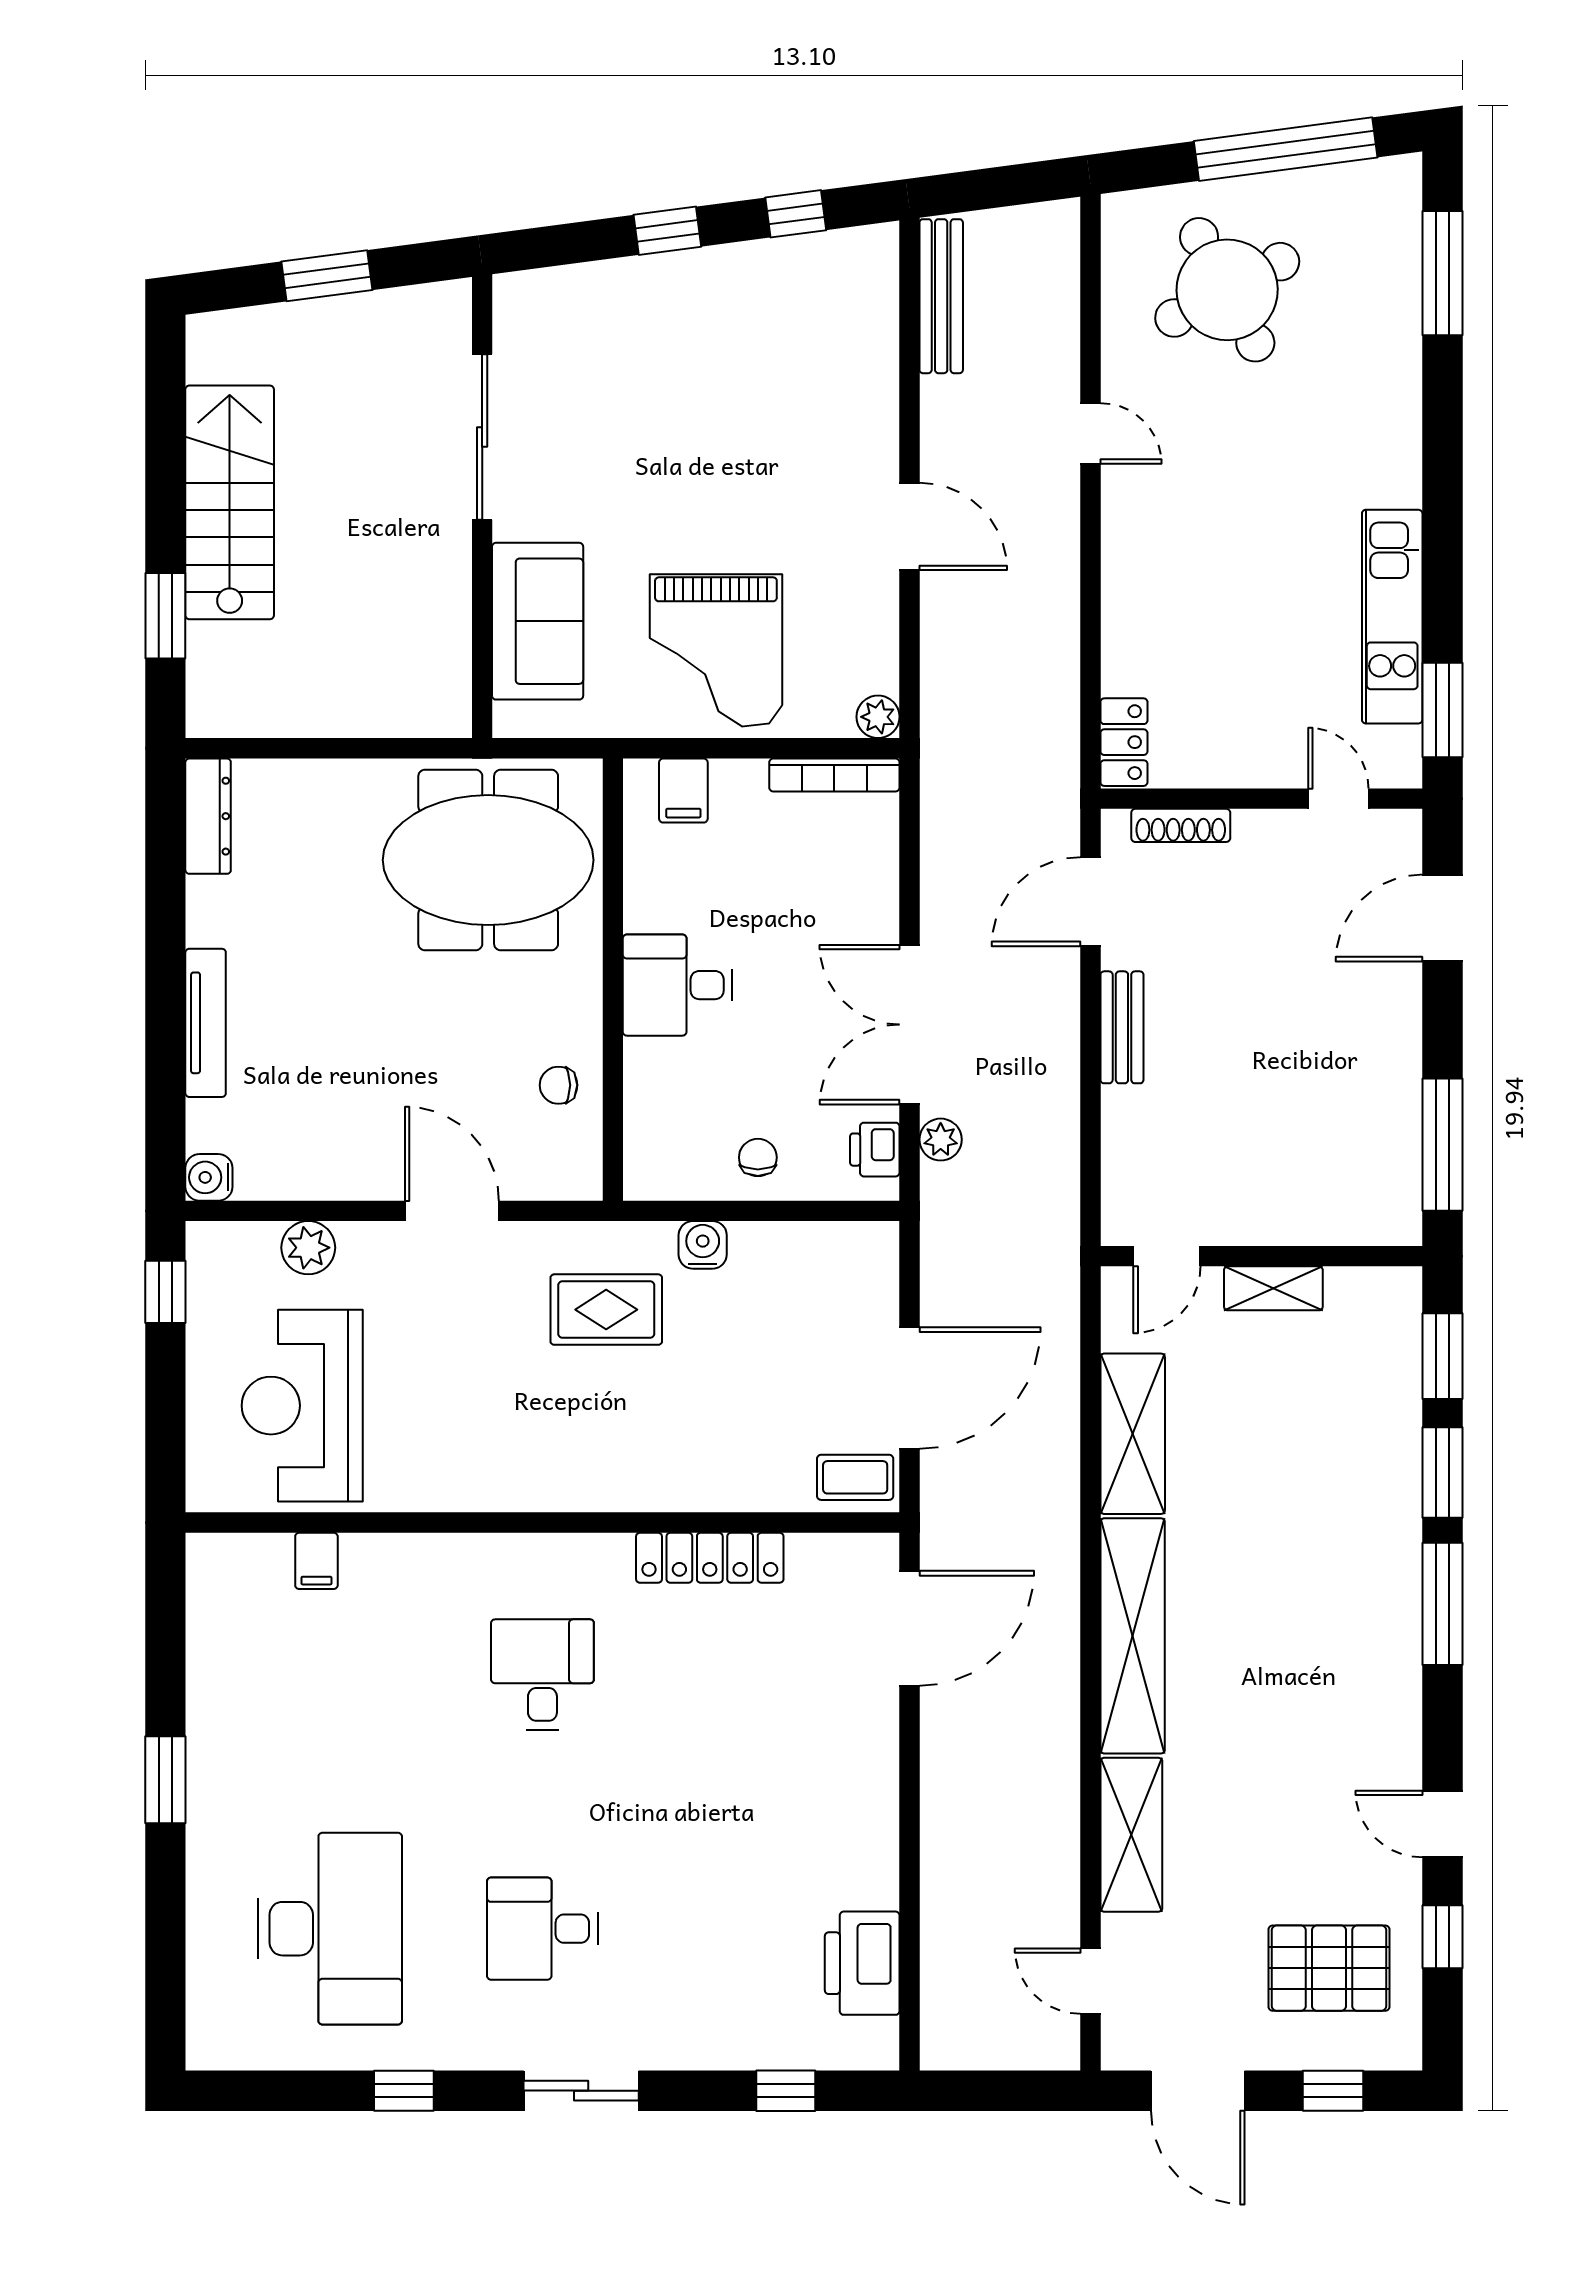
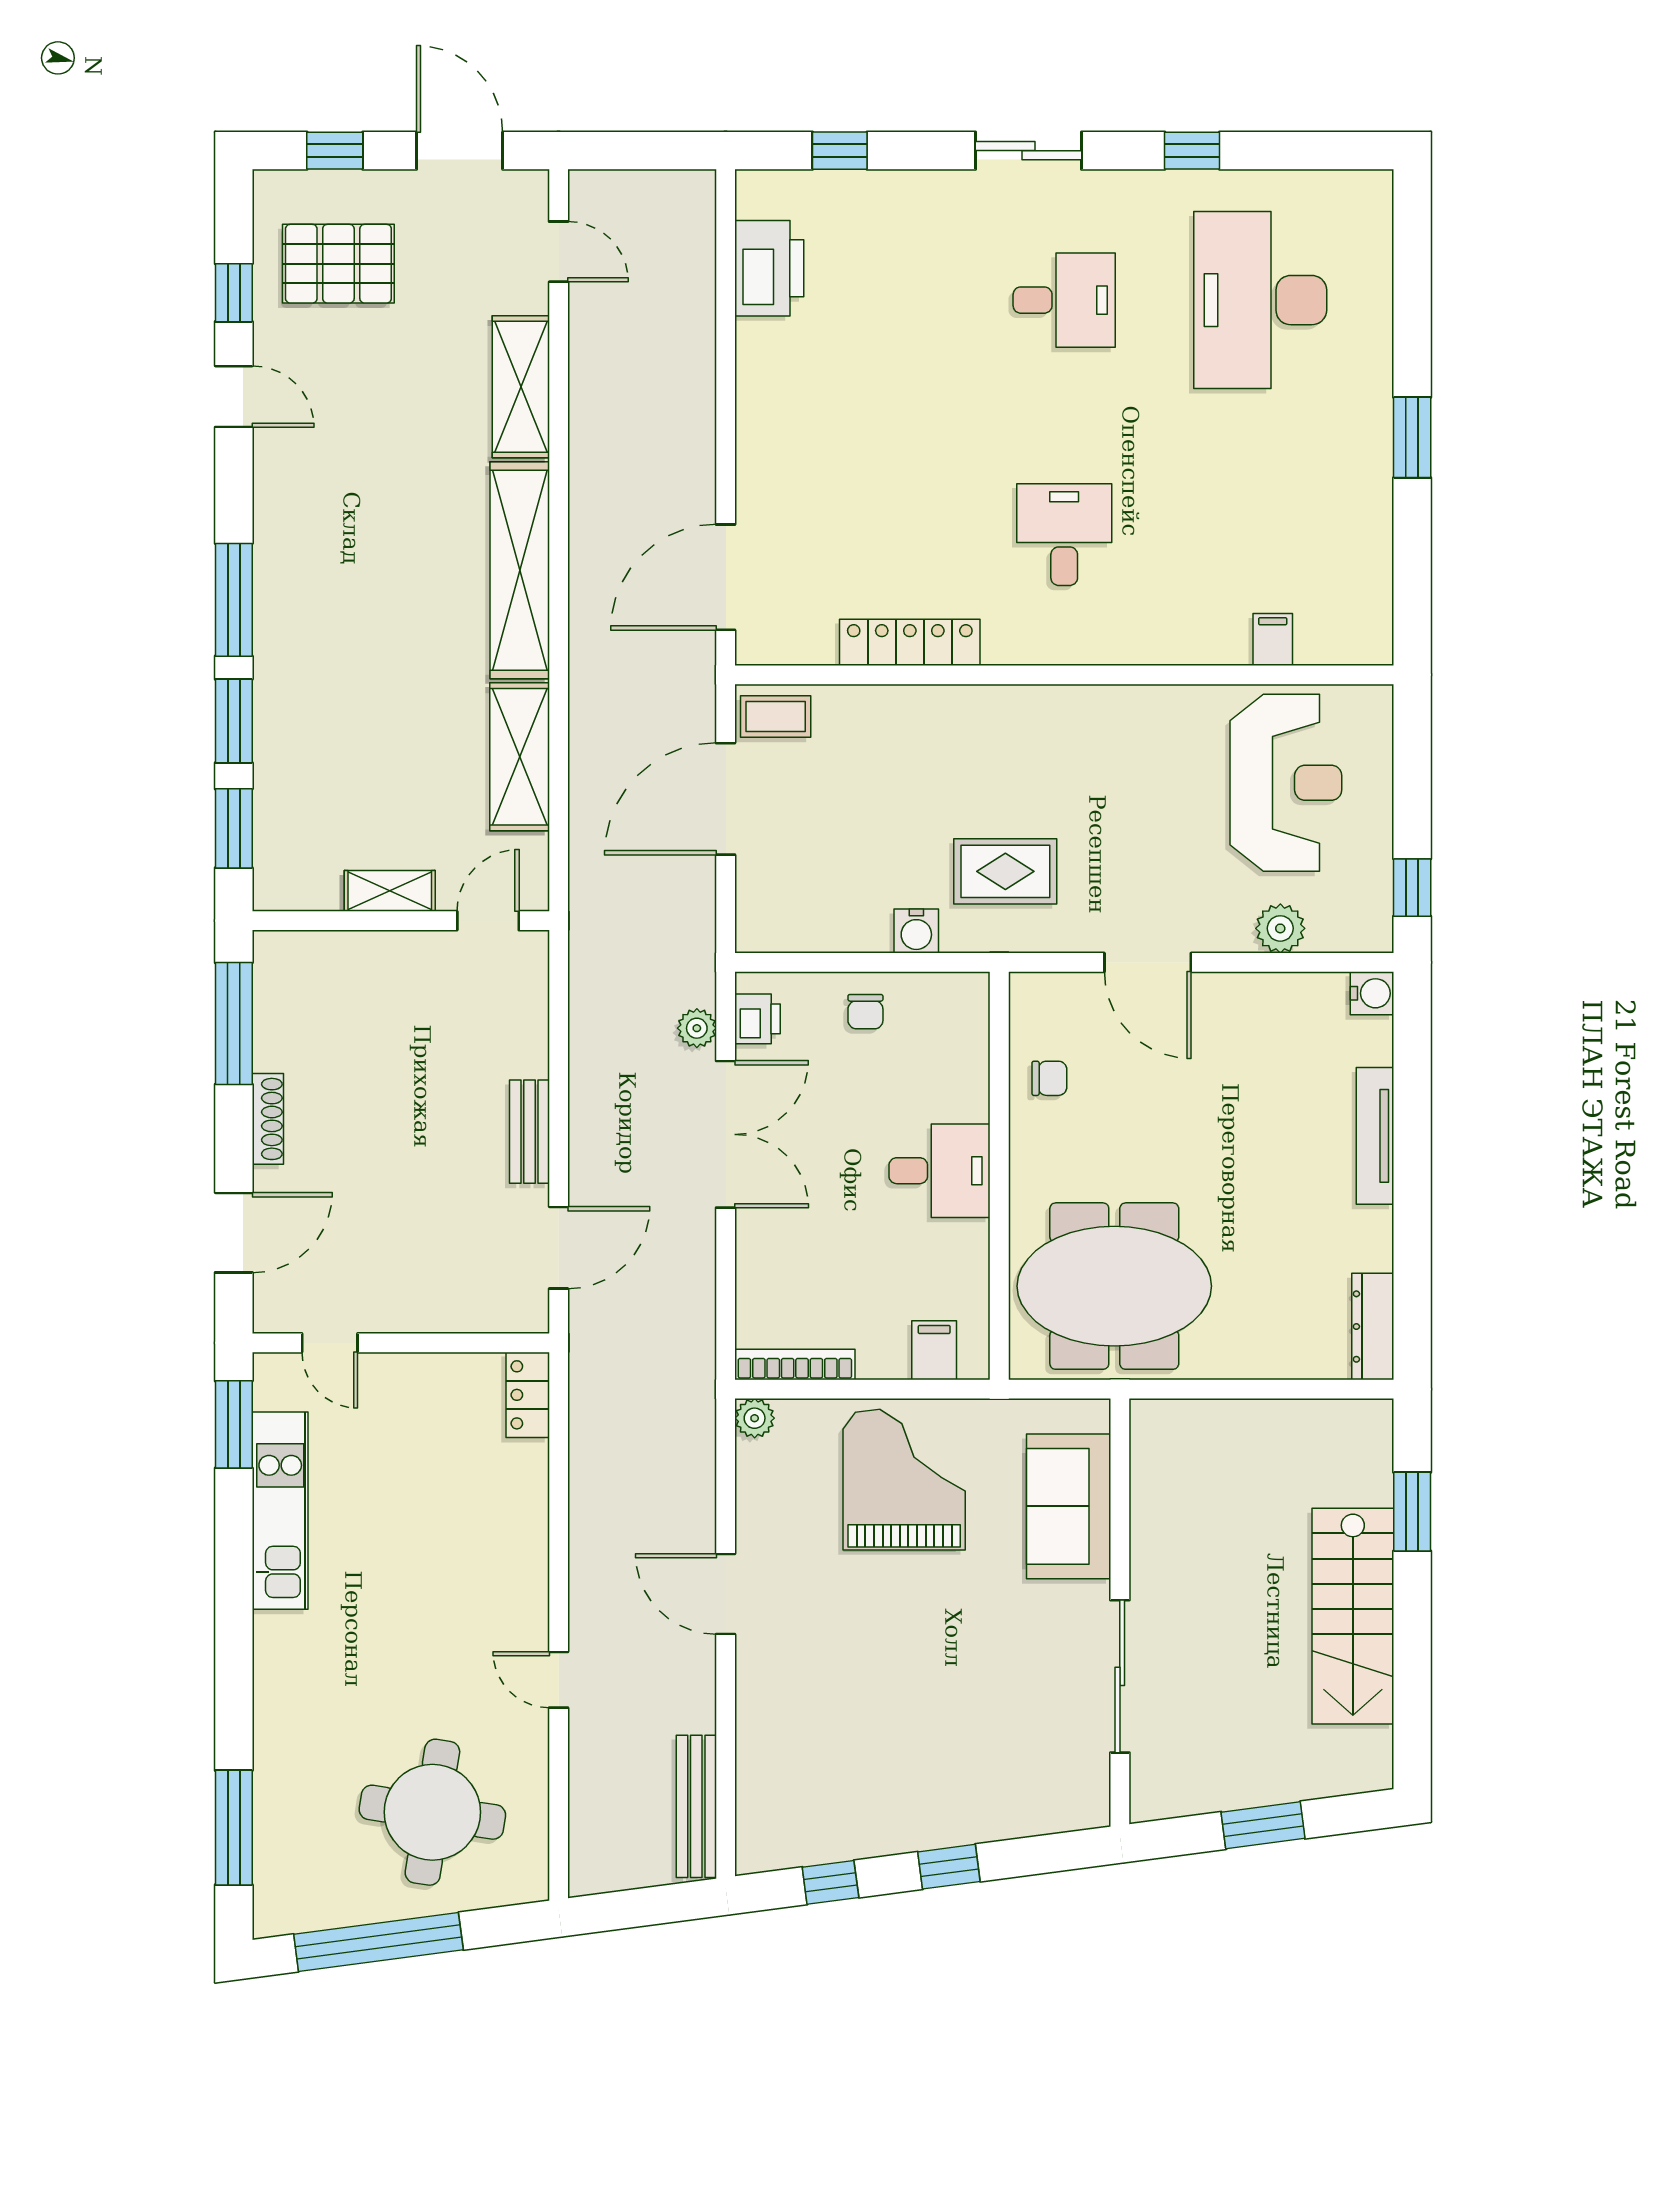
round table: (1227, 290) -> (432, 1812), turned 37
shoe rack: (1181, 825) -> (268, 1119), moved, turned 90
desk: (542, 1675) -> (1064, 535), turned 180

